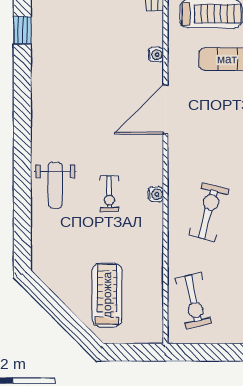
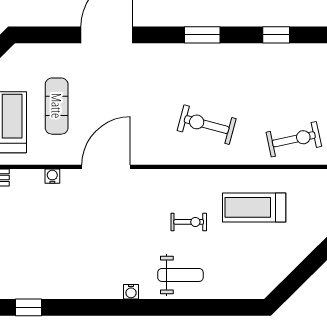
door: (165, 109) -> (106, 167), swing flipped
water cooler: (156, 194) -> (131, 292), moved, turned 180
treadmill: (107, 295) -> (254, 207), moved

